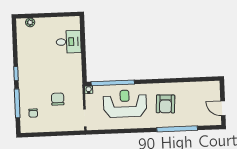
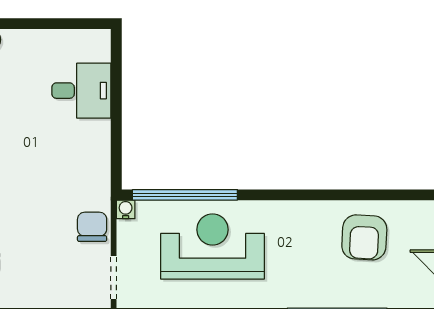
chair: (58, 99) -> (92, 227), moved
armchair: (166, 104) -> (364, 237), moved

